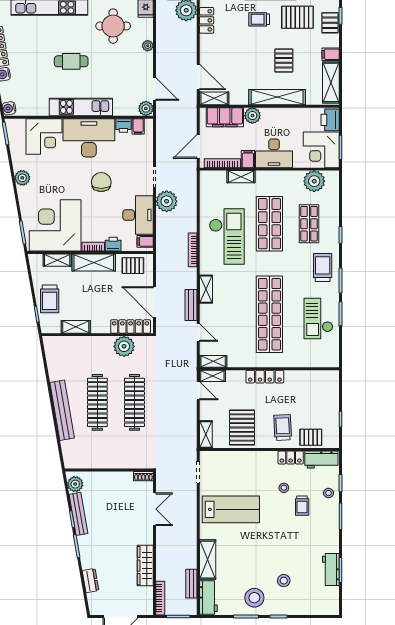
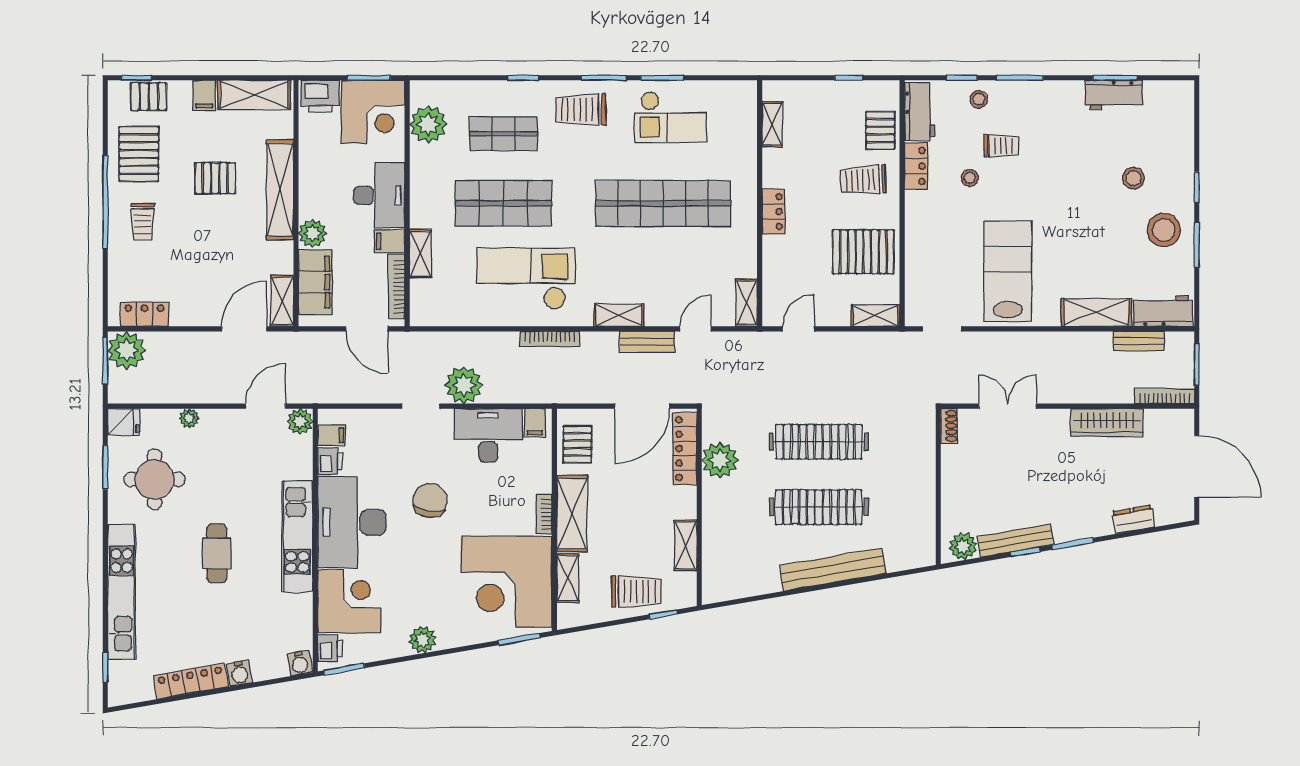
chair: (101, 182) -> (430, 500), turned 99
printer: (113, 244) -> (330, 648), moved, turned 180
shelving: (212, 376) -> (772, 124), moved
locker: (265, 377) -> (773, 212), width x0.66

